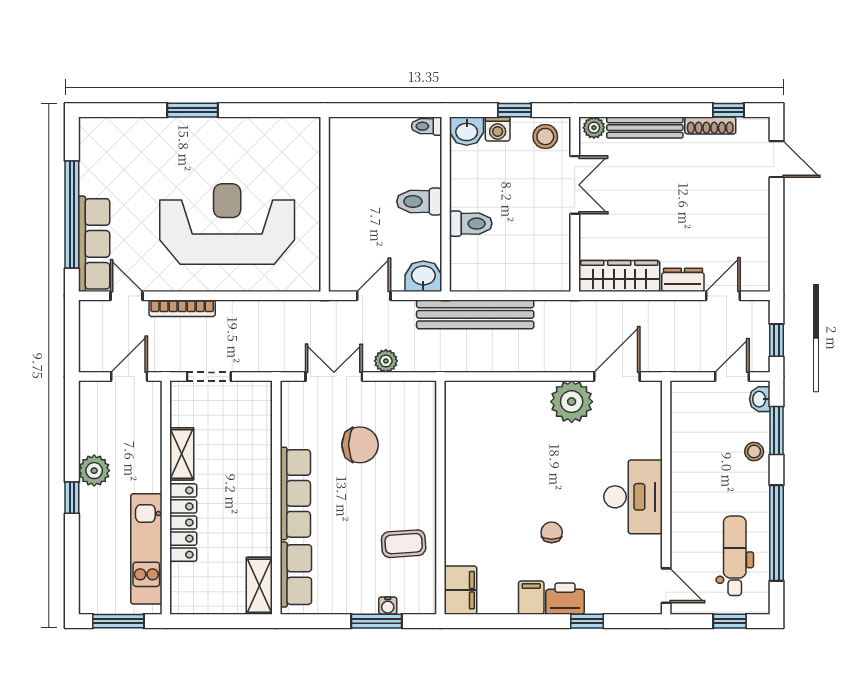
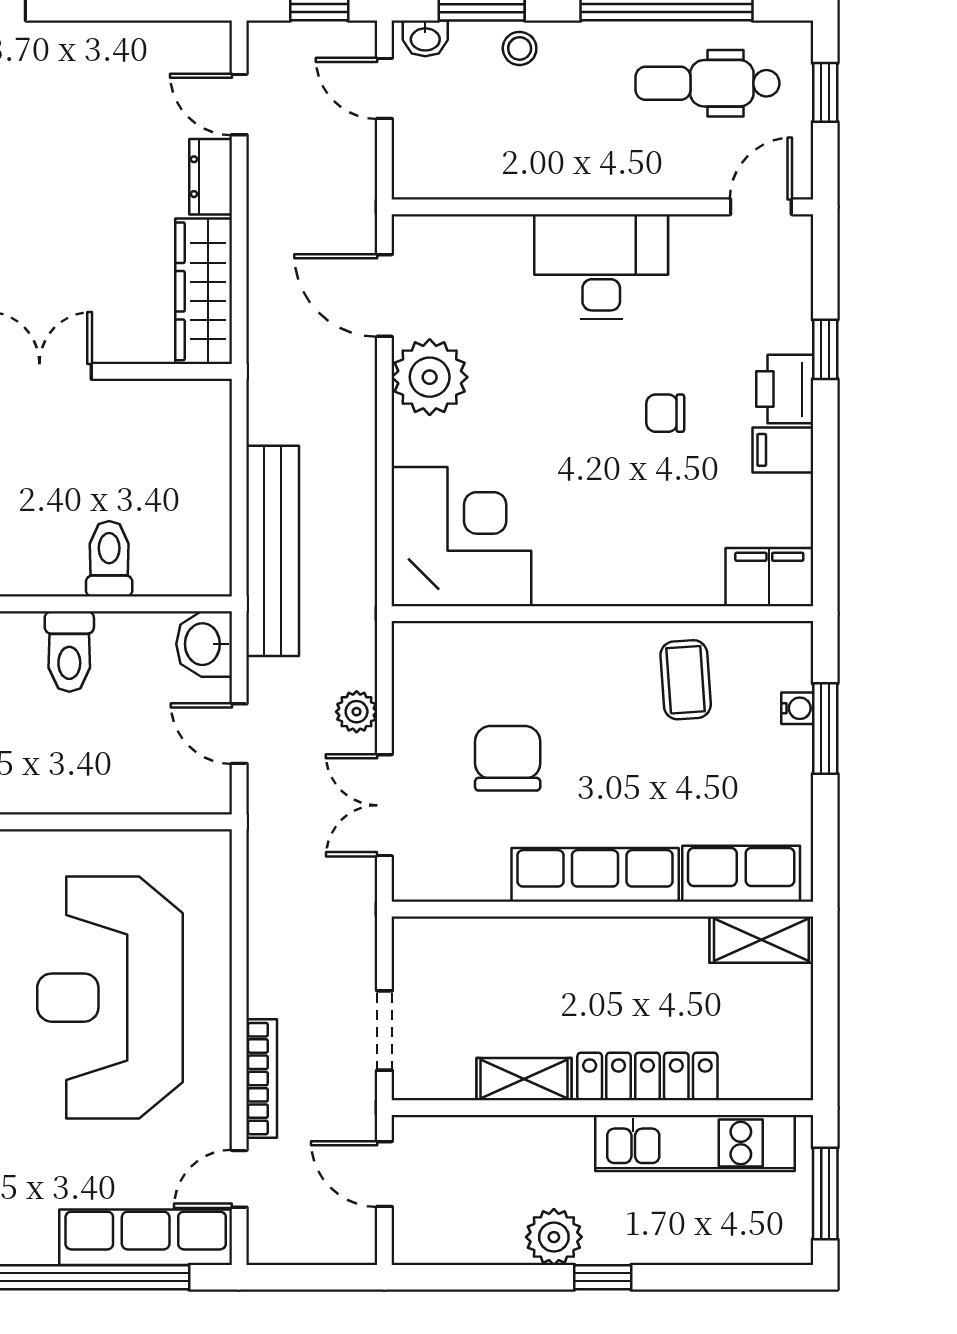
corner desk: (483, 419) -> (461, 537), added

